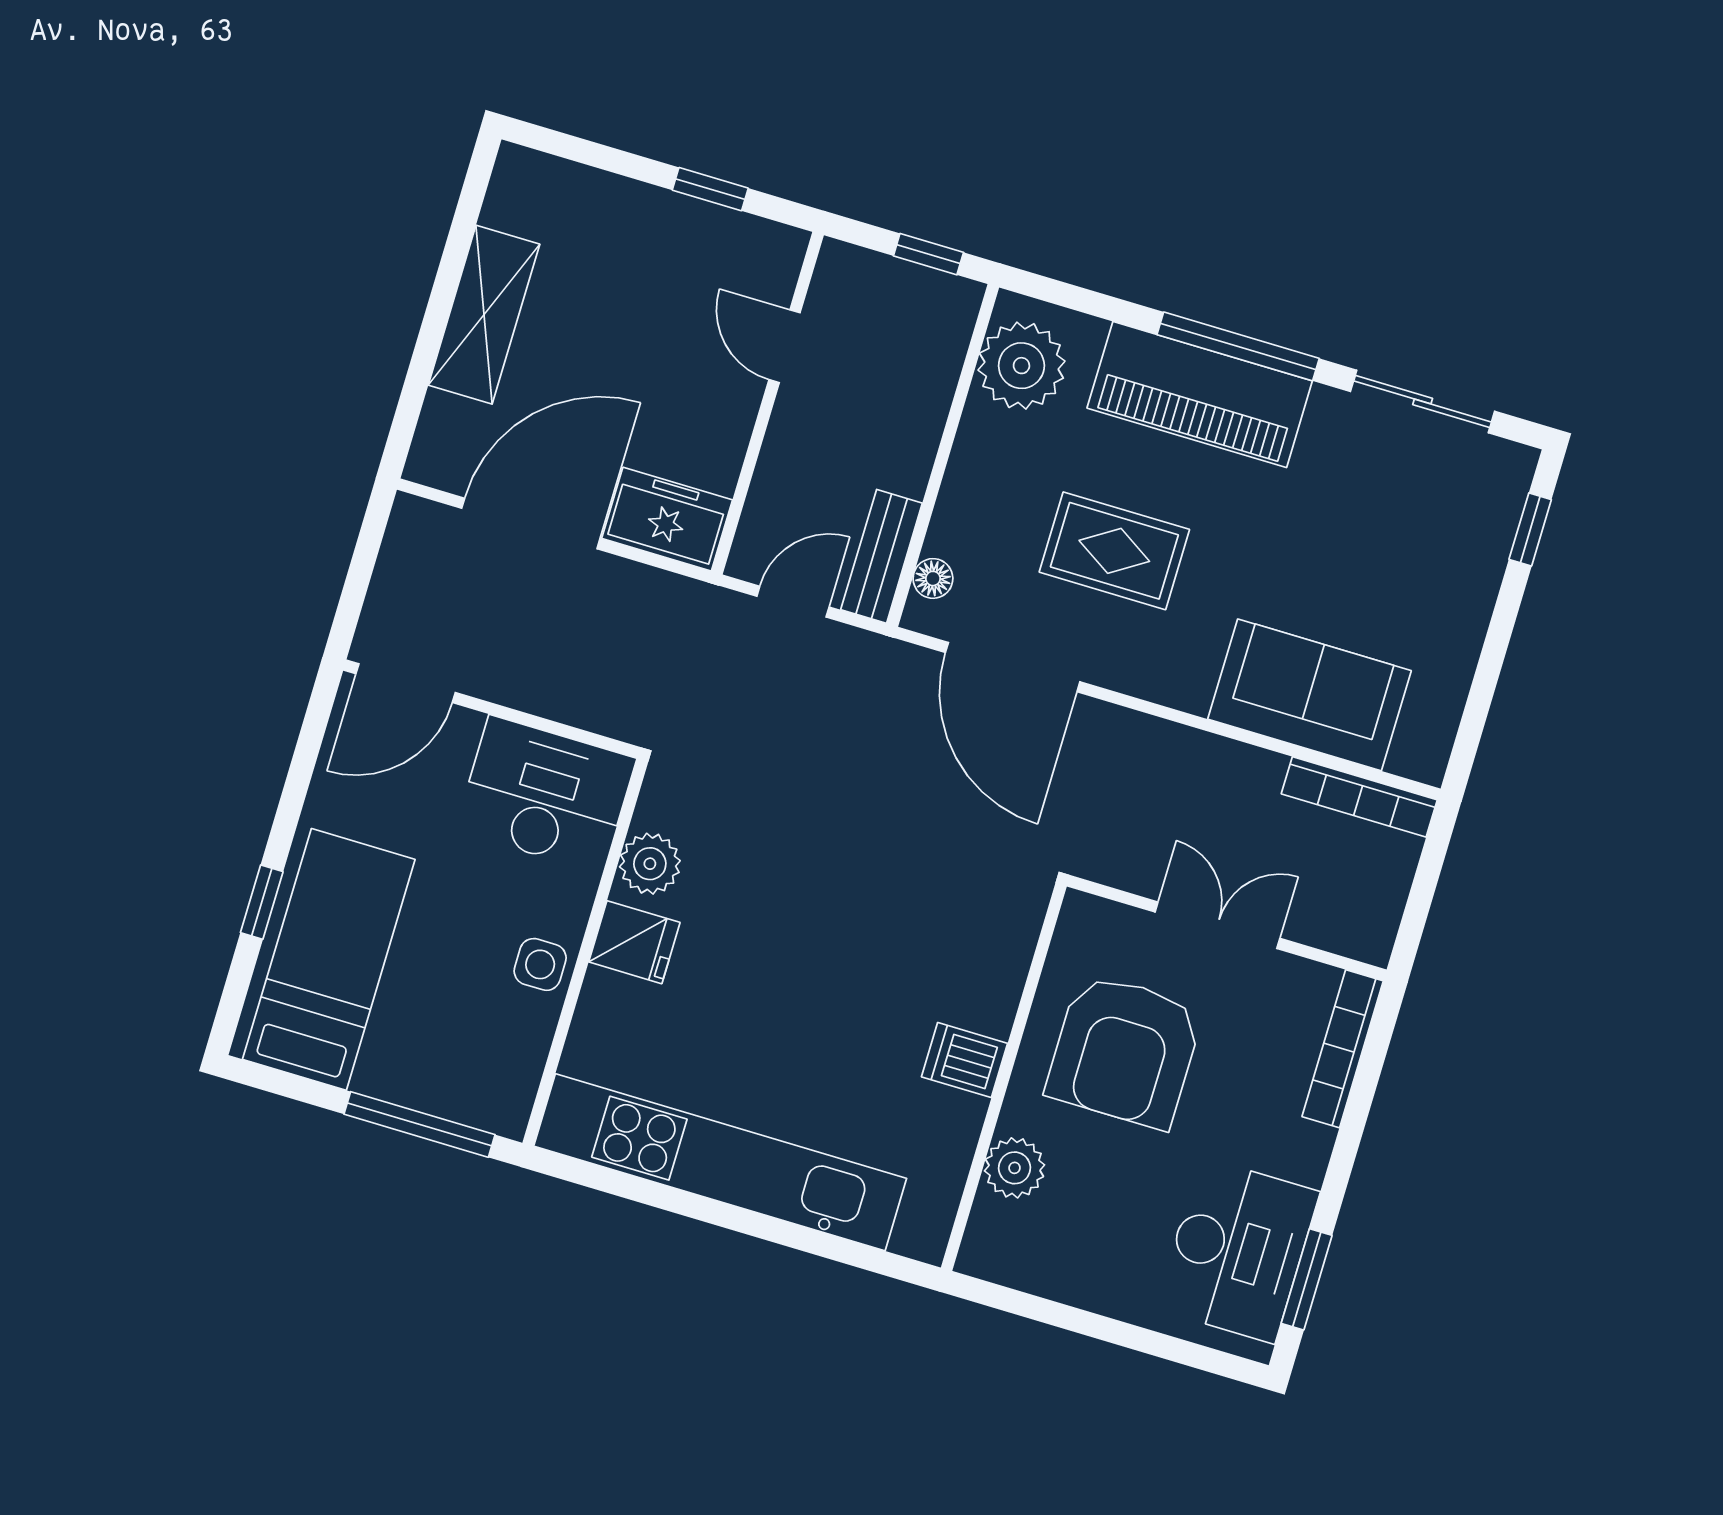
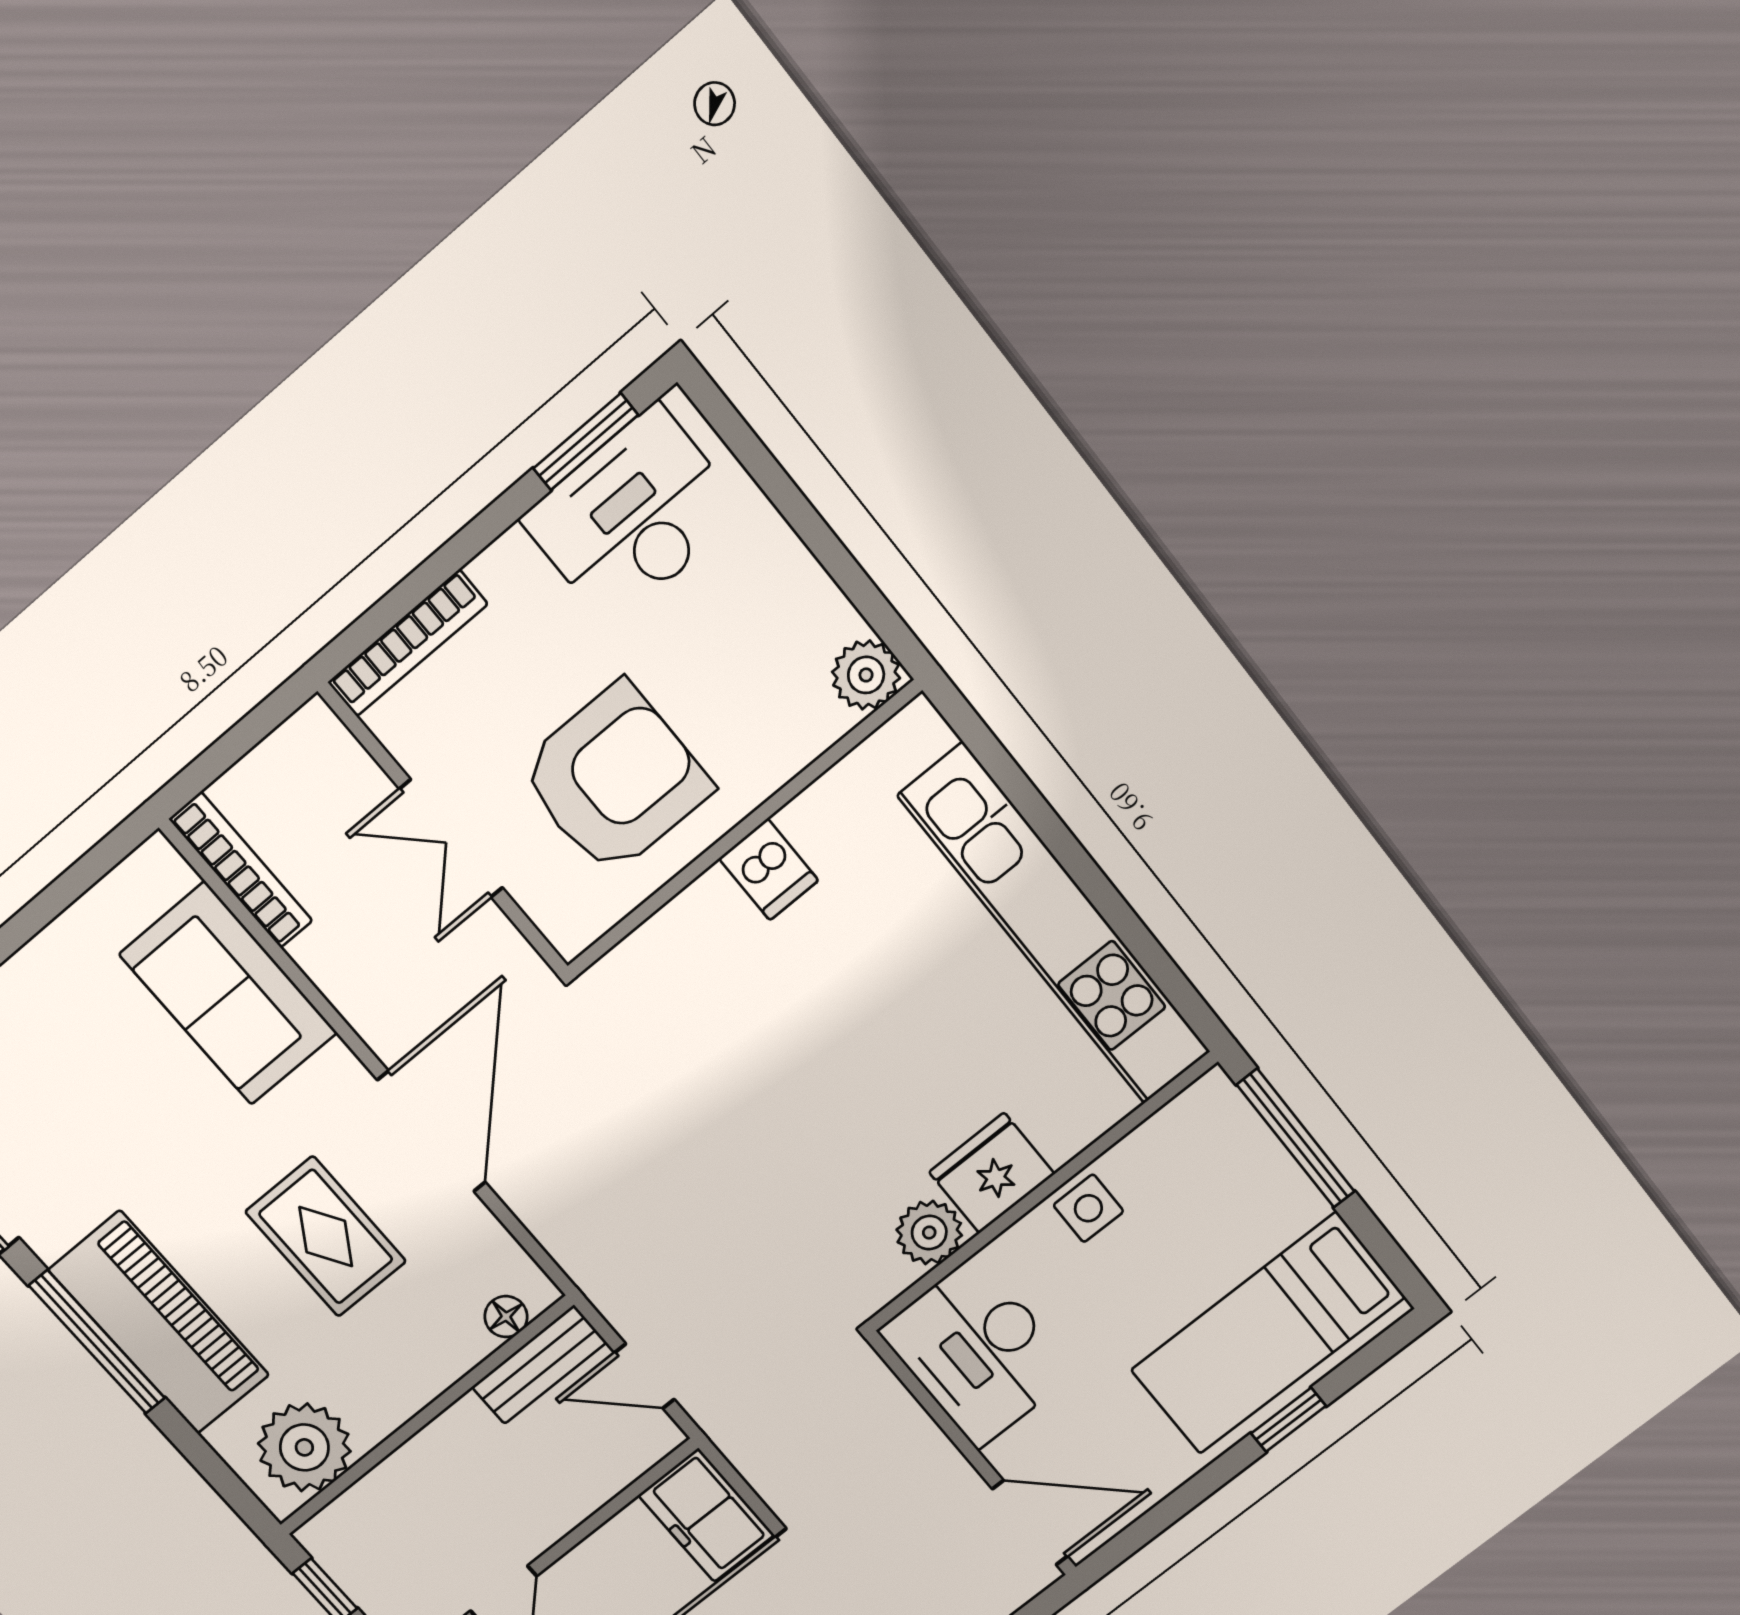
door: (1013, 667) -> (432, 1131), moved
fridge: (634, 942) -> (992, 1173), width x1.38
plant: (1015, 1168) -> (866, 675), moved

